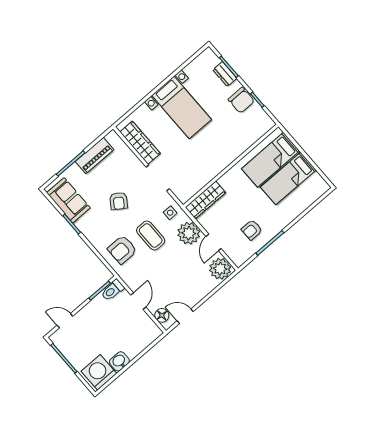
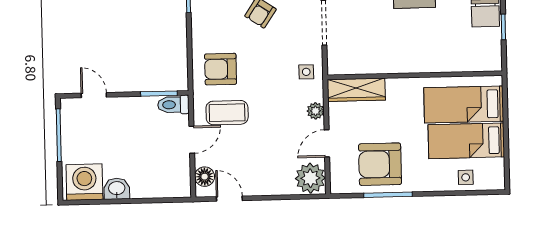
side table: (304, 199) -> (466, 177), added
armchair: (252, 230) -> (380, 164), width x1.88, depth x1.88
plant: (189, 233) -> (316, 111), width x0.53, depth x0.53
coffee table: (151, 236) -> (227, 113), moved, turned 90

